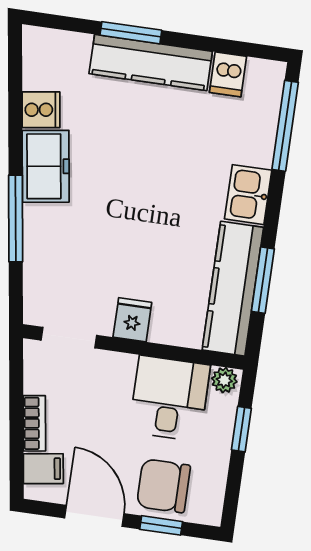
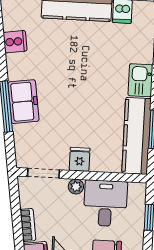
freezer: (46, 166) -> (23, 102), moved
plant: (224, 380) -> (76, 187), moved

